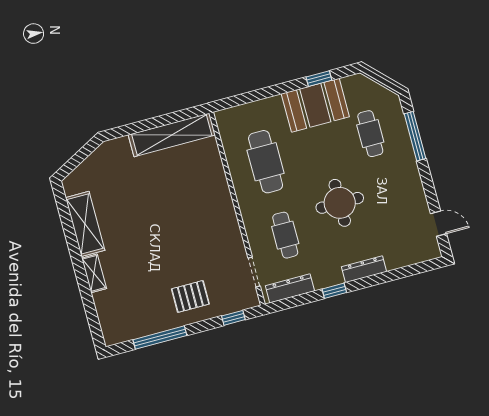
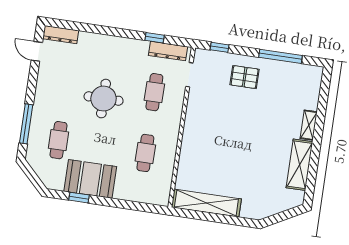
cafe table: (266, 162) -> (145, 153), width x0.73, depth x0.74
dresser: (364, 269) -> (61, 35), moved
window: (334, 291) -> (155, 38), moved

